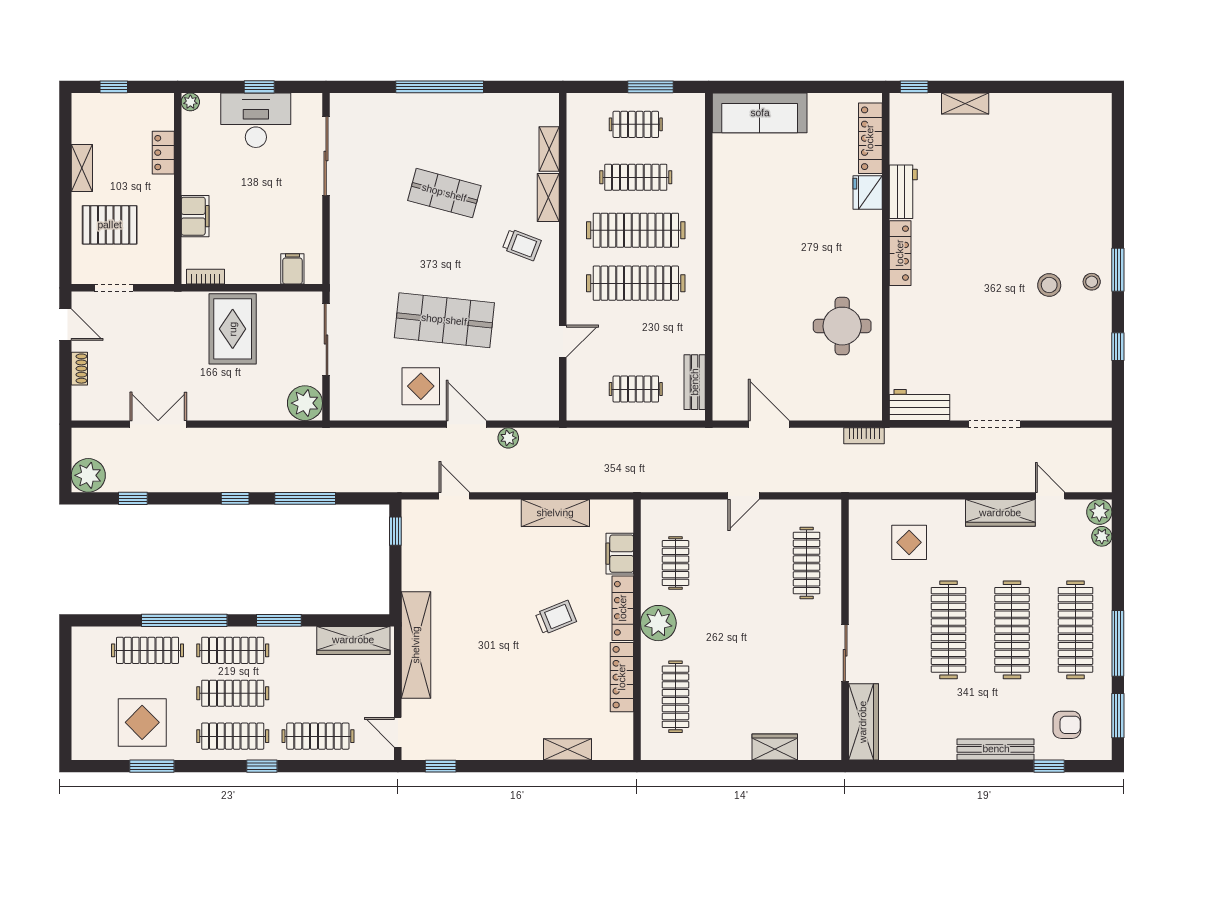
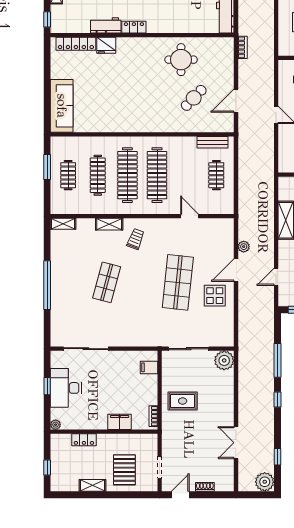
shelving: (549, 149) -> (63, 224), moved
locker: (900, 253) -> (134, 27), width x0.66
rug: (233, 329) -> (183, 401), width x0.73, depth x0.70
cafe table: (774, 349) -> (194, 98), added

